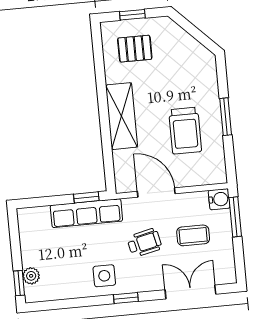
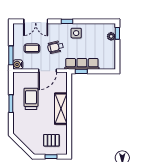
door: (156, 192) -> (48, 71), hinge flipped

